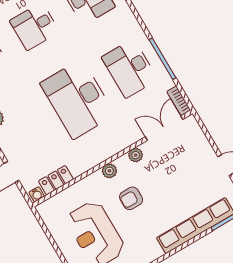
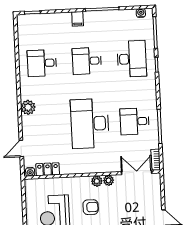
desk: (130, 68) -> (135, 121), width x0.73
plant: (109, 171) -> (97, 181), moved
armchair: (131, 198) -> (91, 207), turned 180

